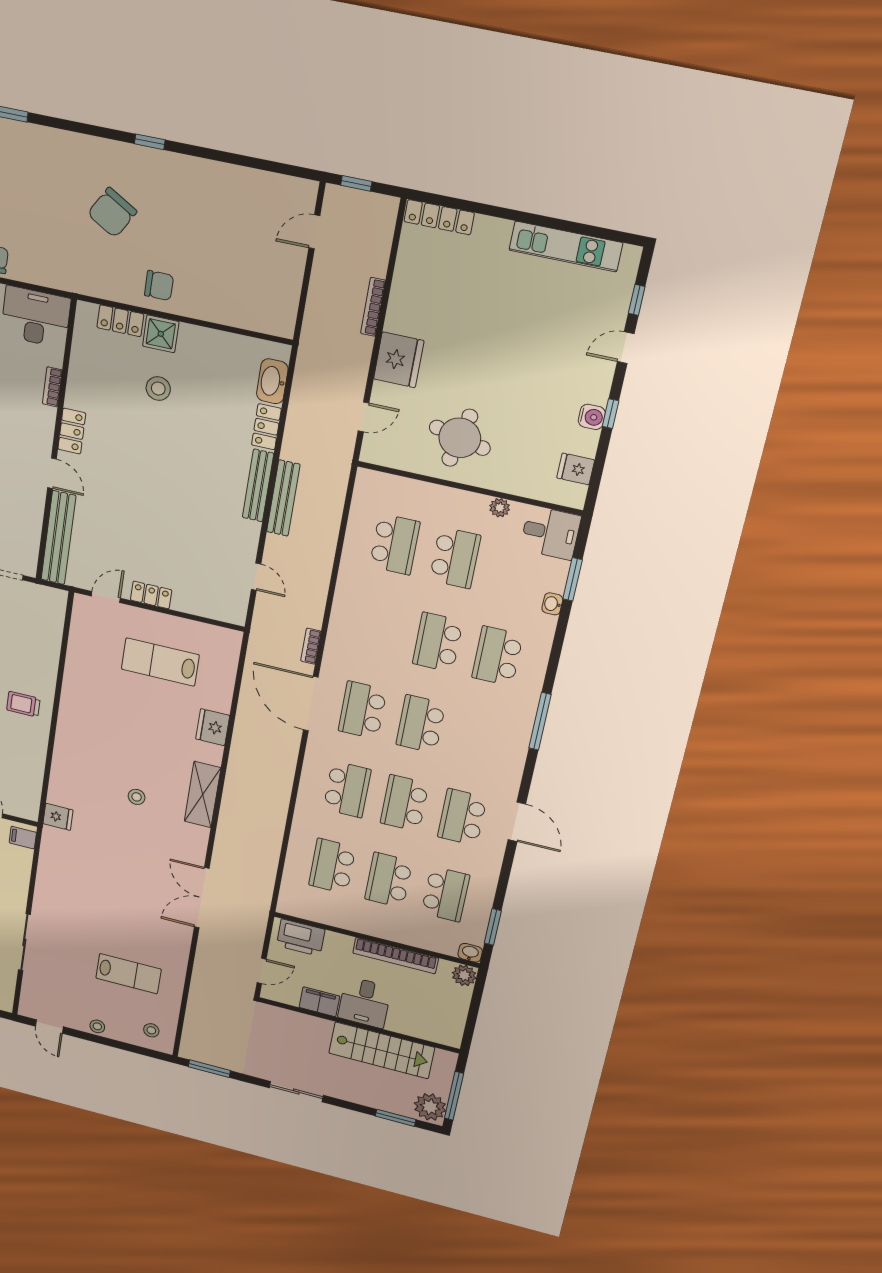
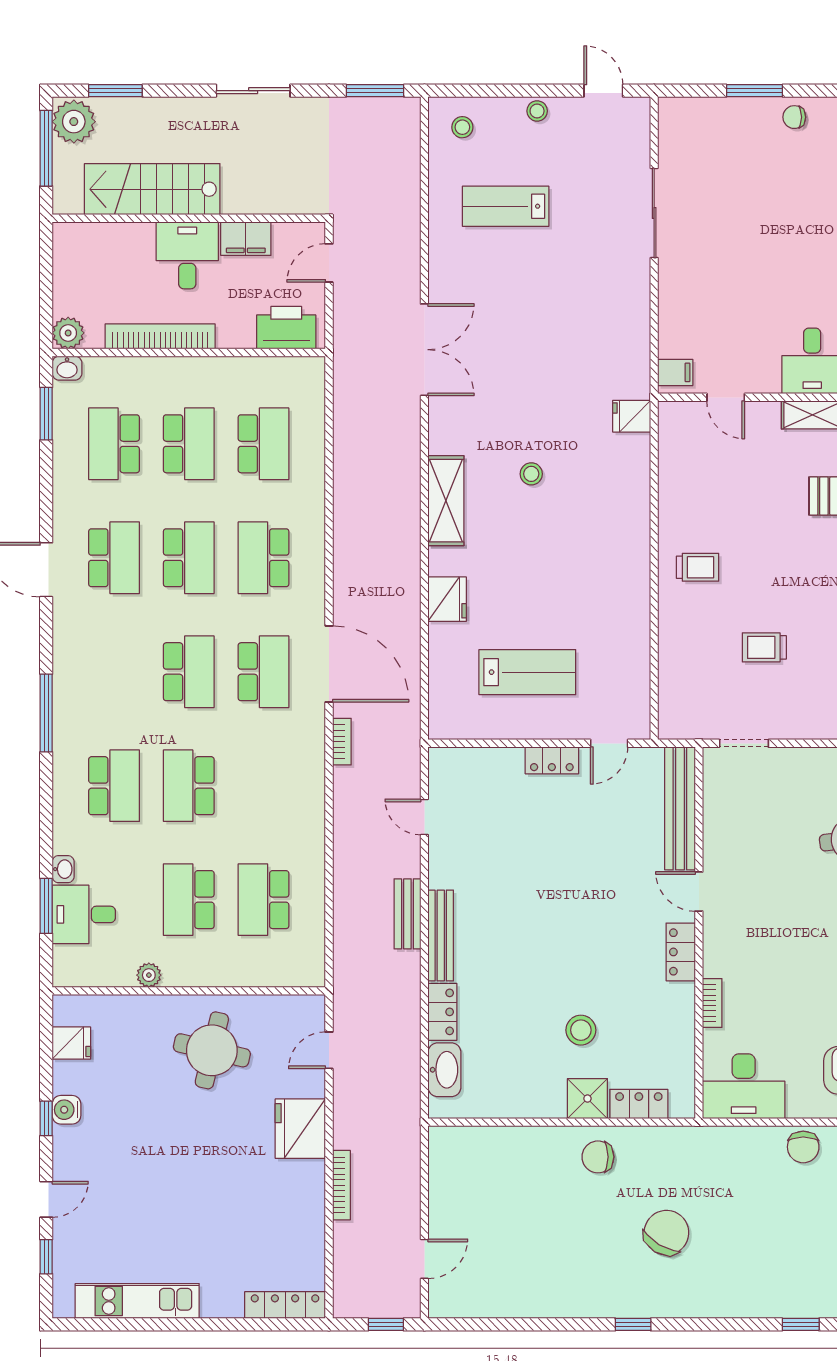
bench: (283, 498) -> (407, 914), width x0.73
desk: (551, 533) -> (84, 914), moved
school desk: (438, 642) -> (189, 786), turned 180

